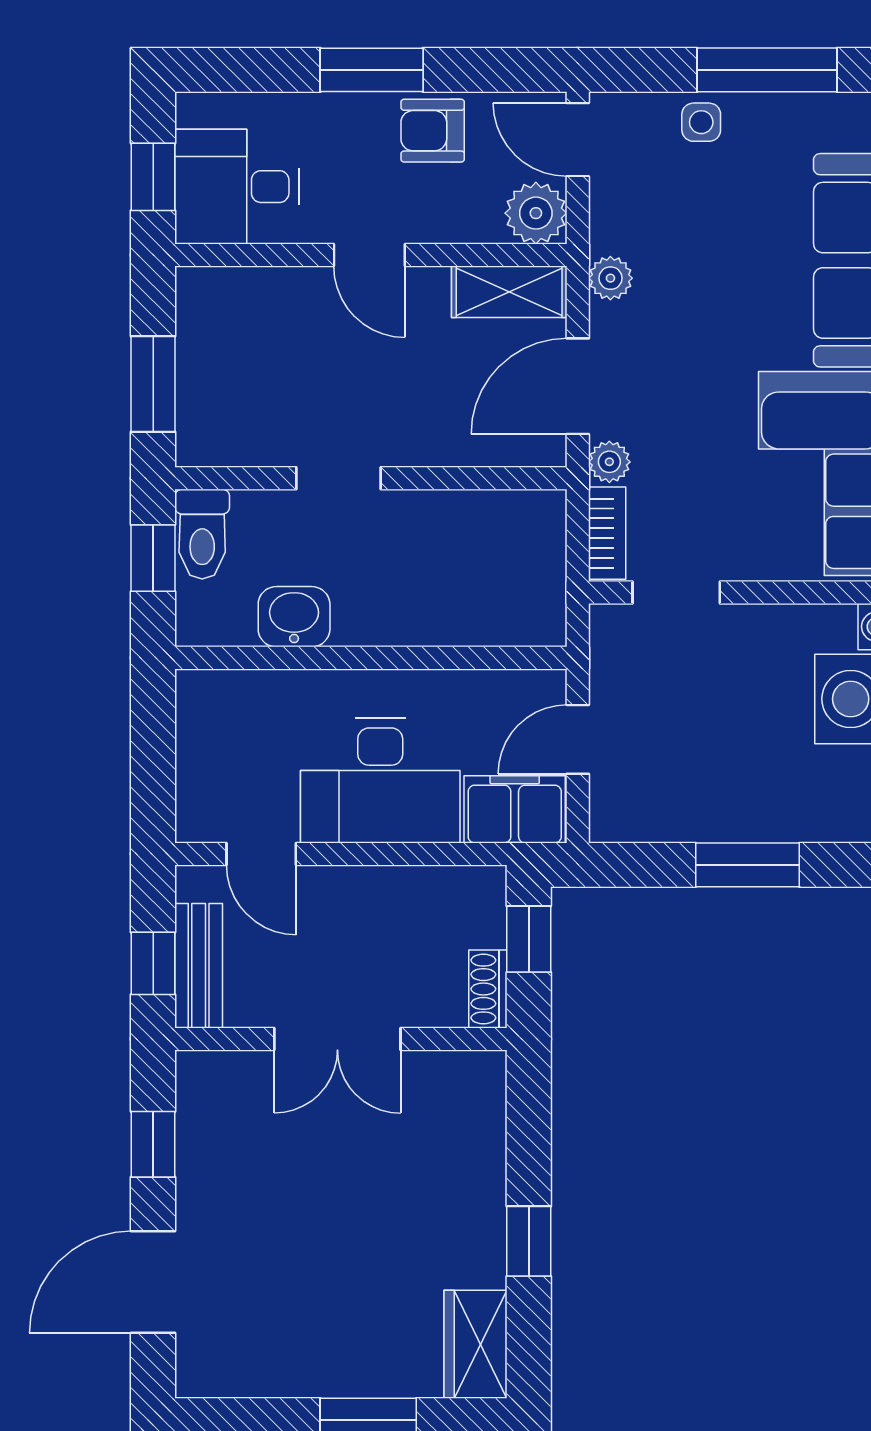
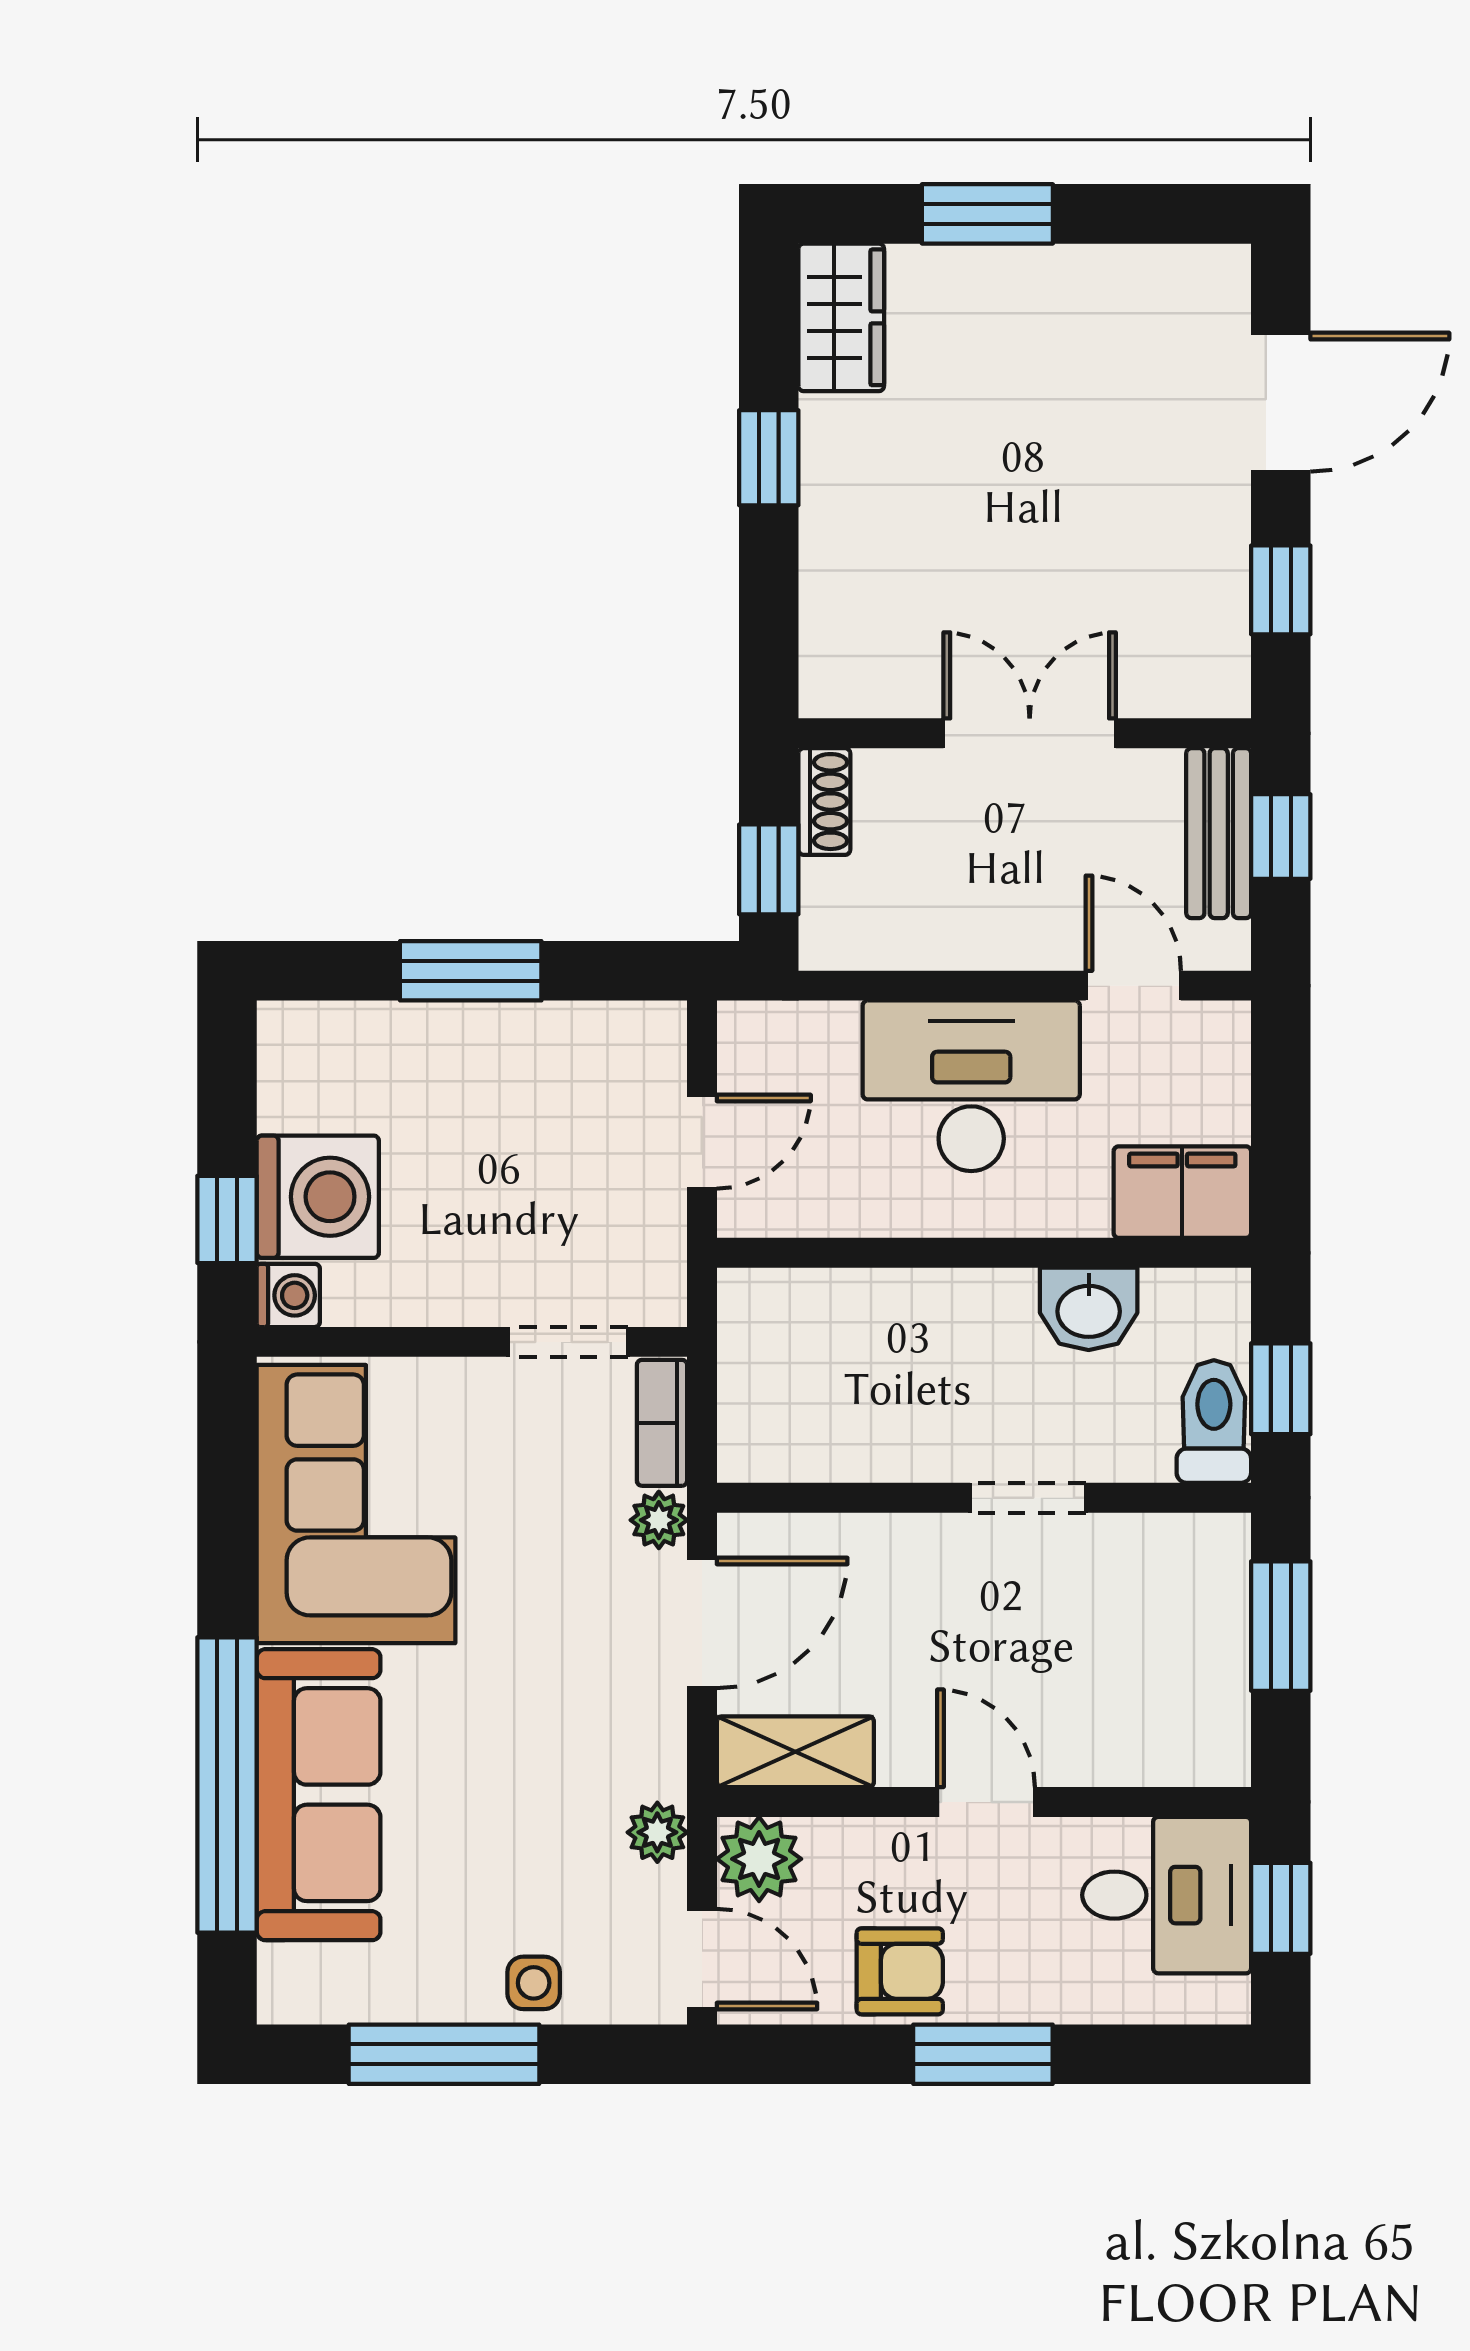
plant: (610, 278) -> (657, 1832), moved
filing cabinet: (515, 809) -> (1182, 1192), moved, turned 180

